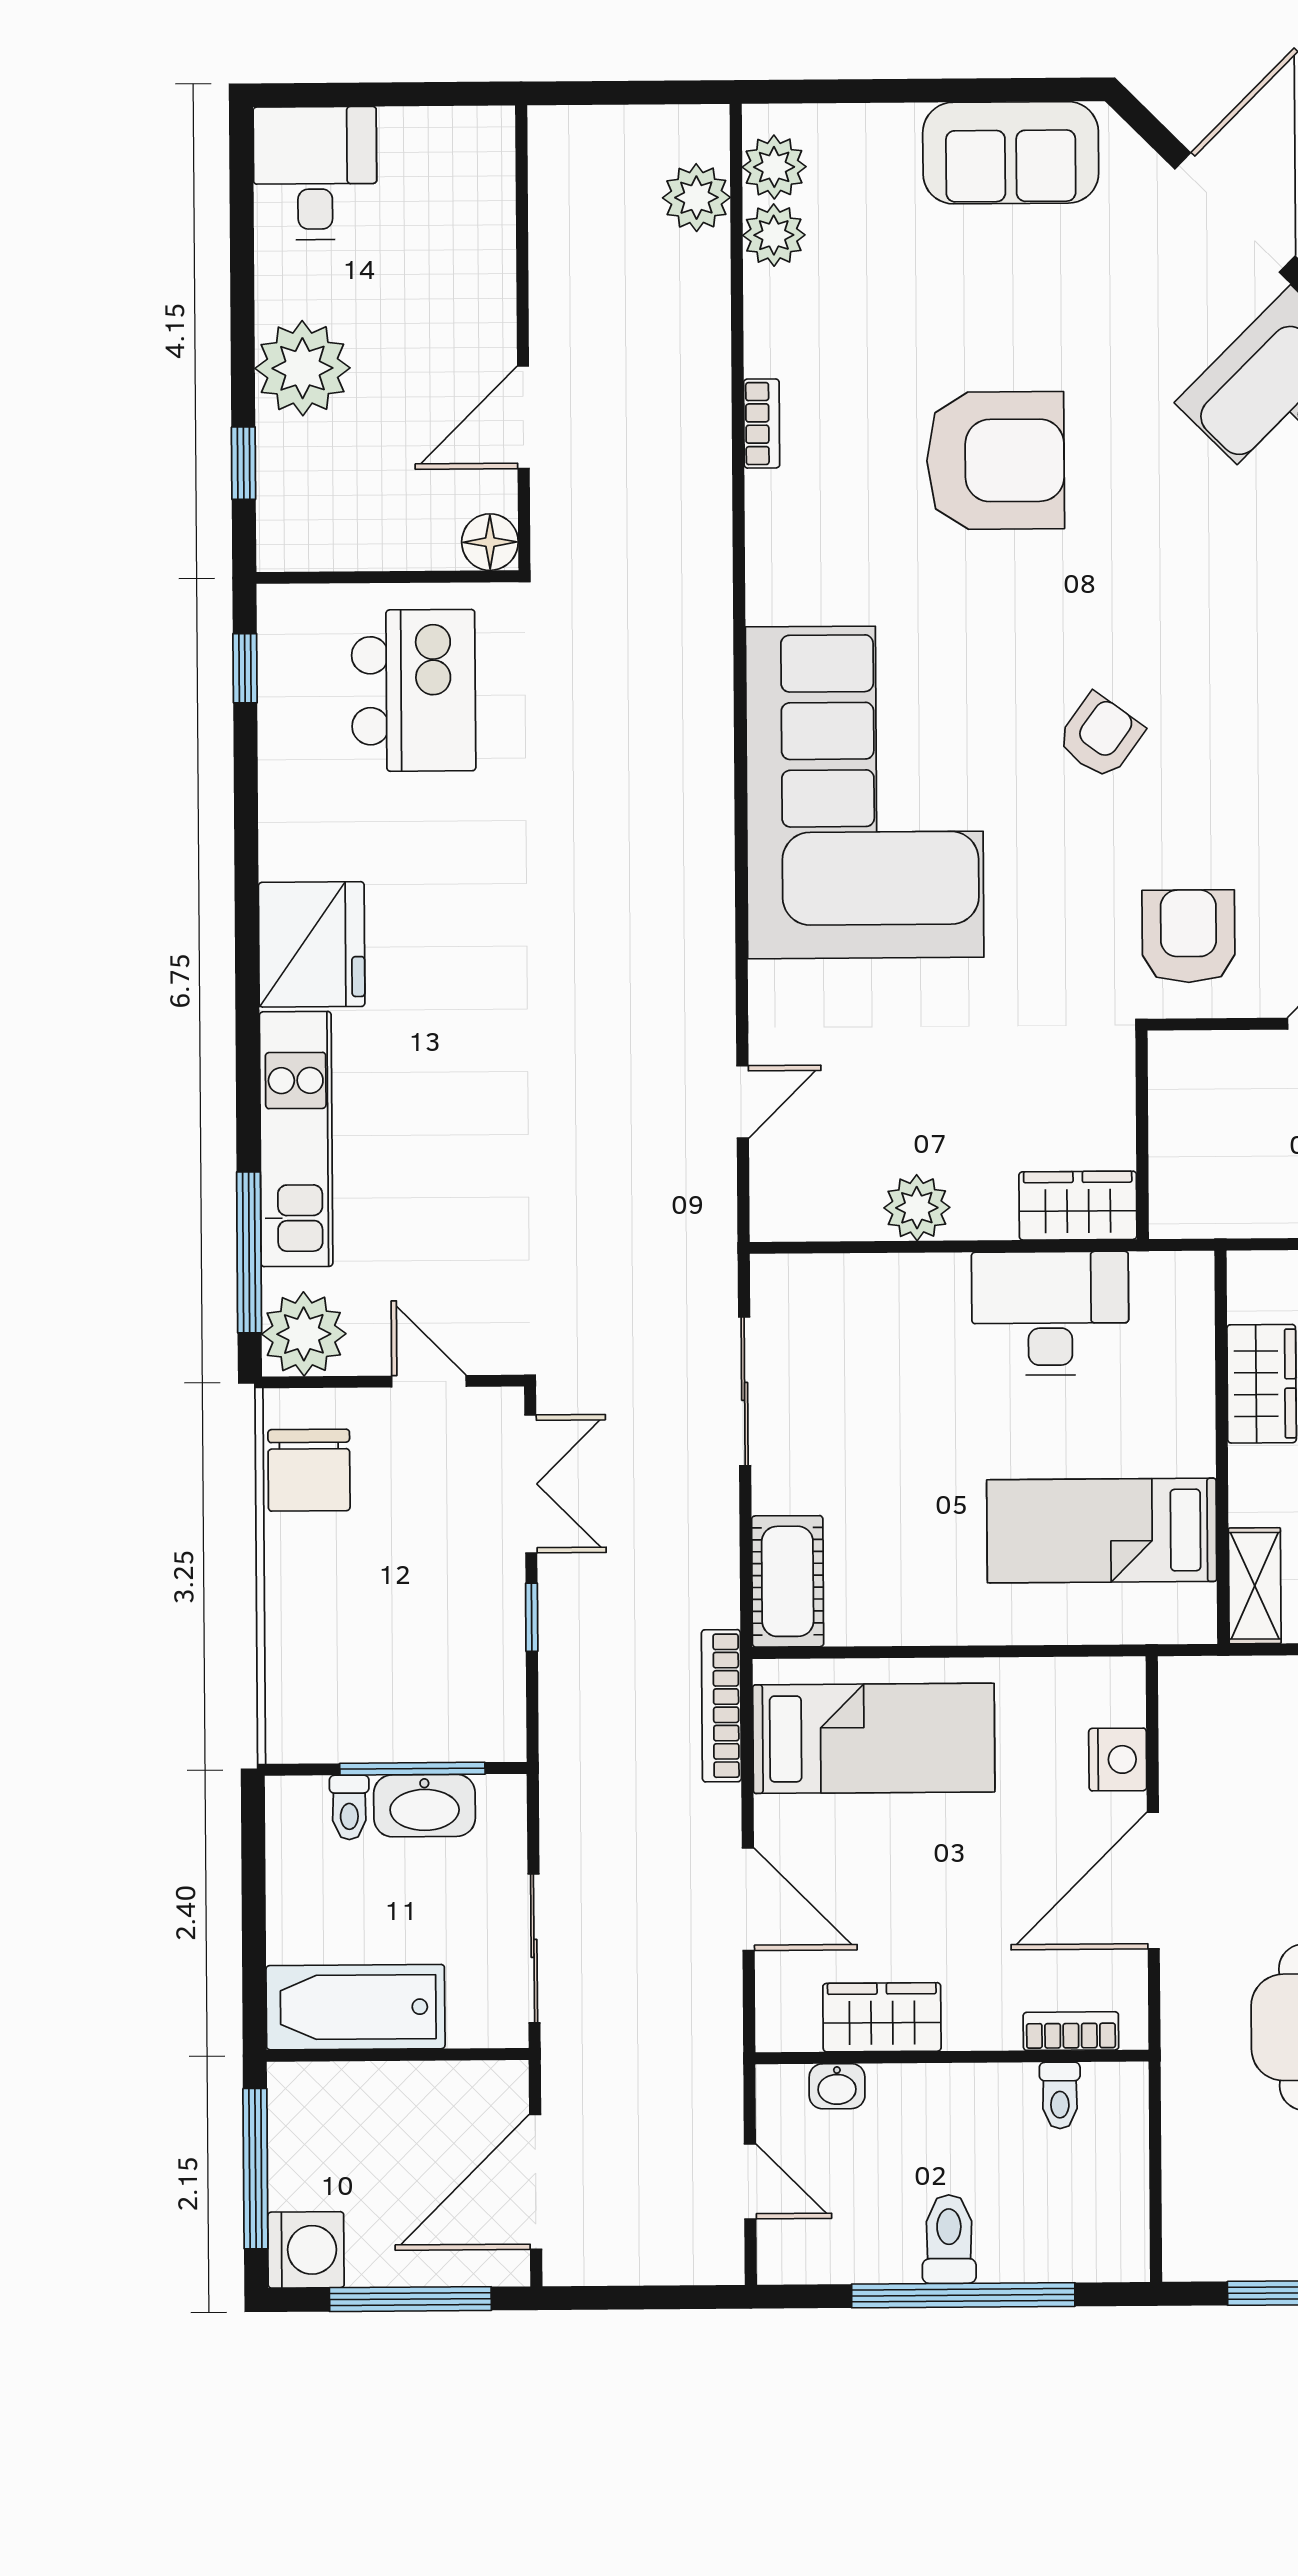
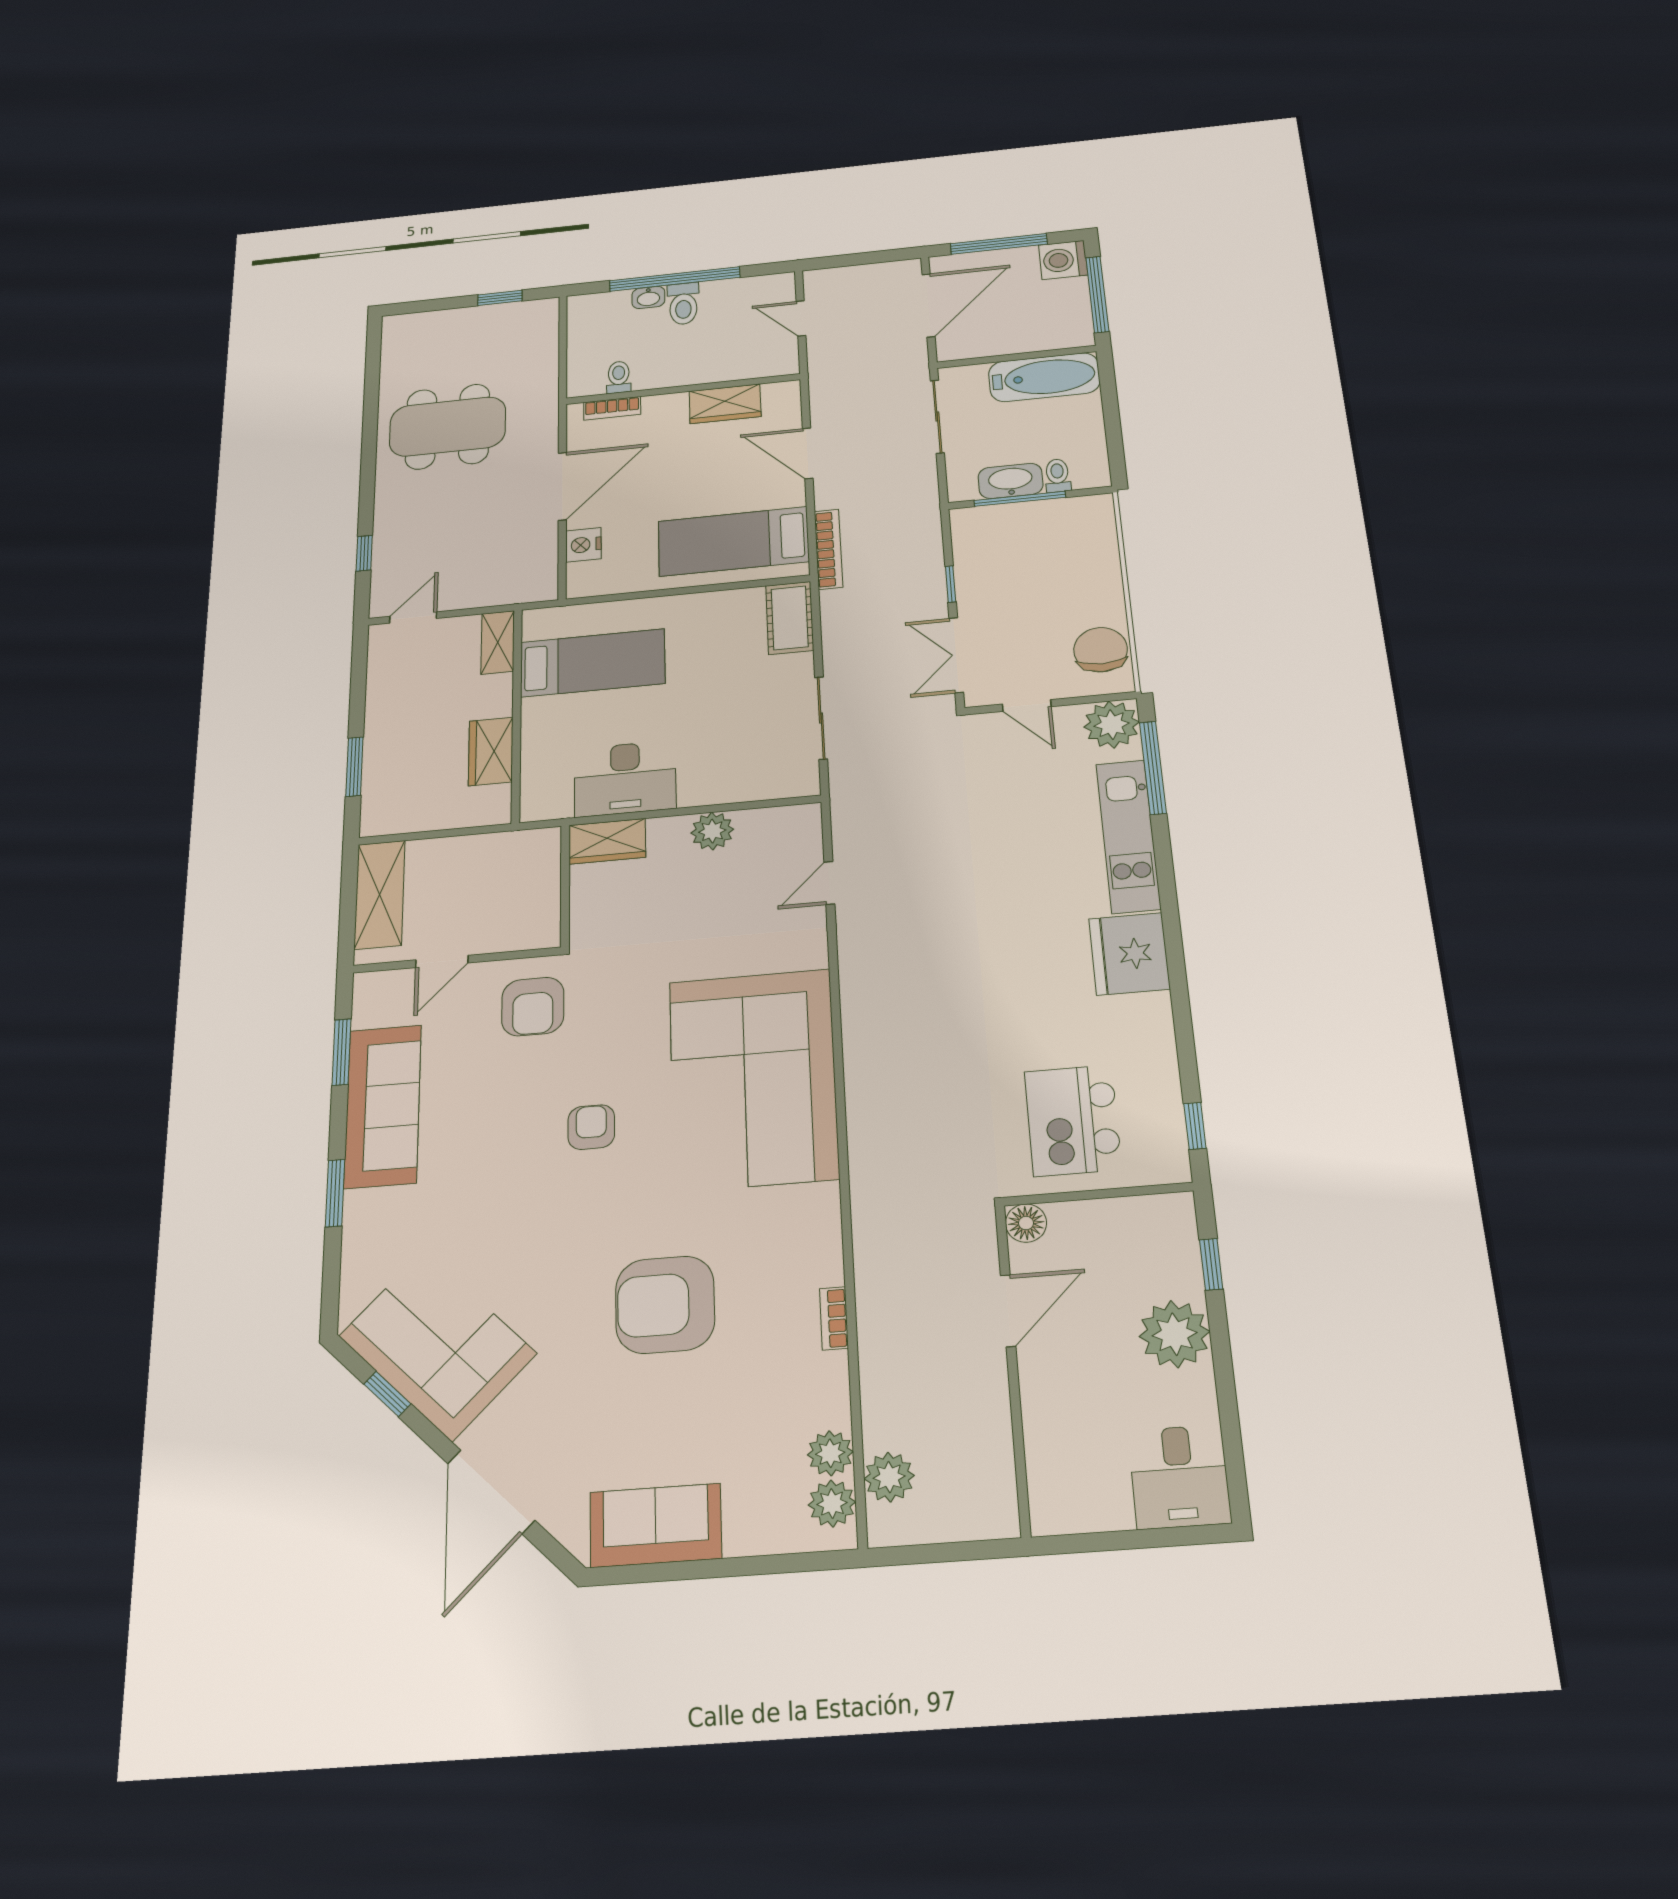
armchair: (1100, 736) -> (591, 1127), turned 144
washbasin: (837, 2086) -> (648, 297), moved, turned 180

